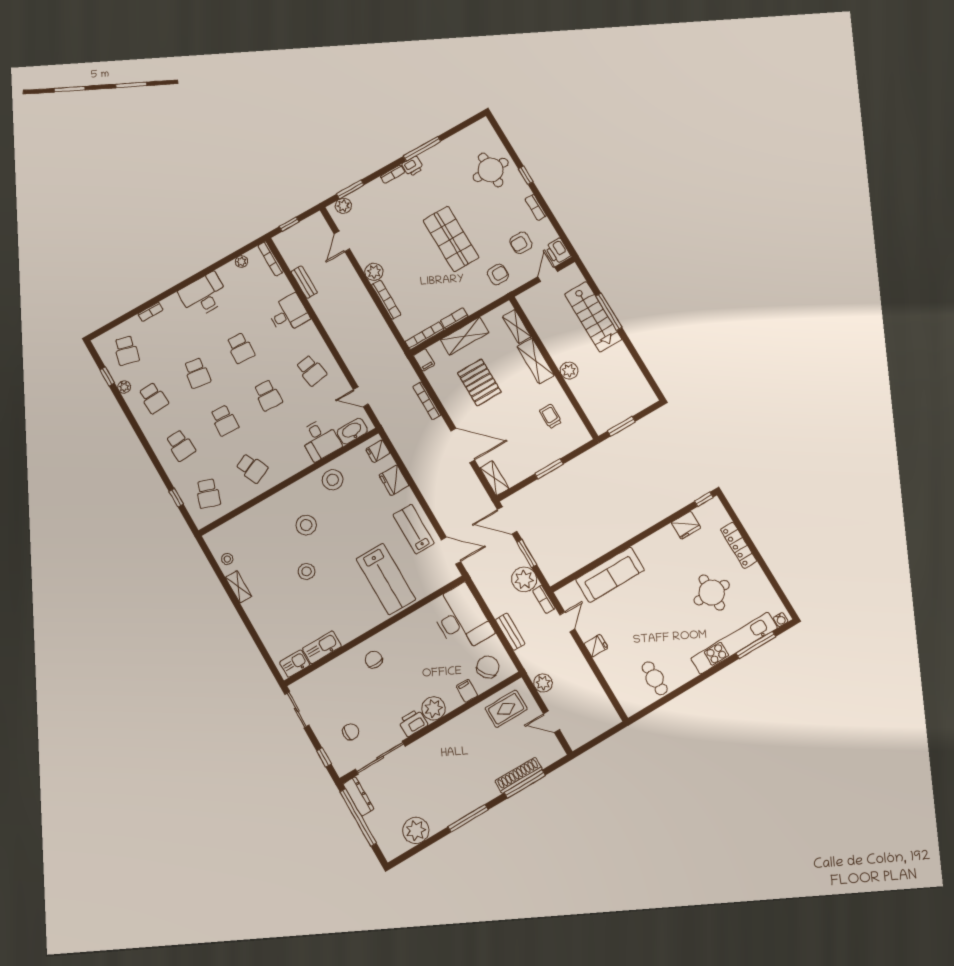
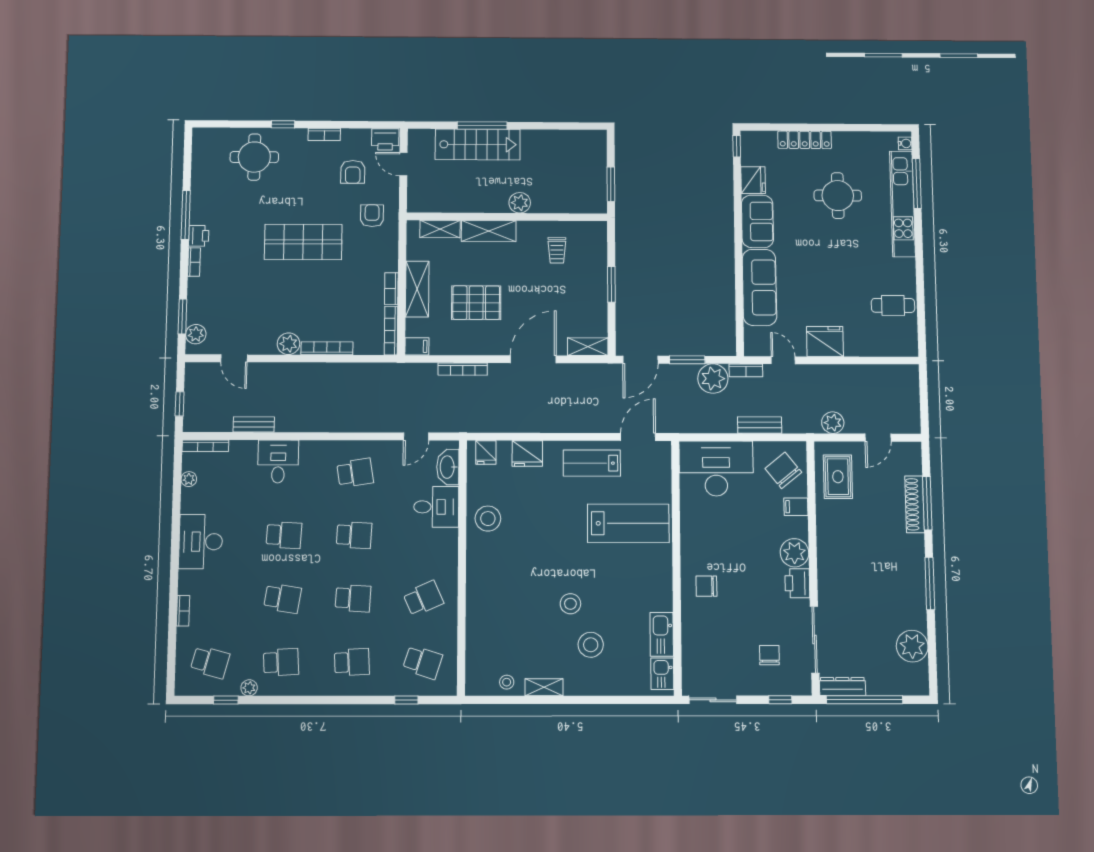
trolley: (551, 416) -> (557, 250), turned -90
stool: (306, 525) -> (591, 645), moved
sofa: (657, 546) -> (757, 221), added
fridge: (596, 646) -> (825, 341), width x1.88, depth x1.34

